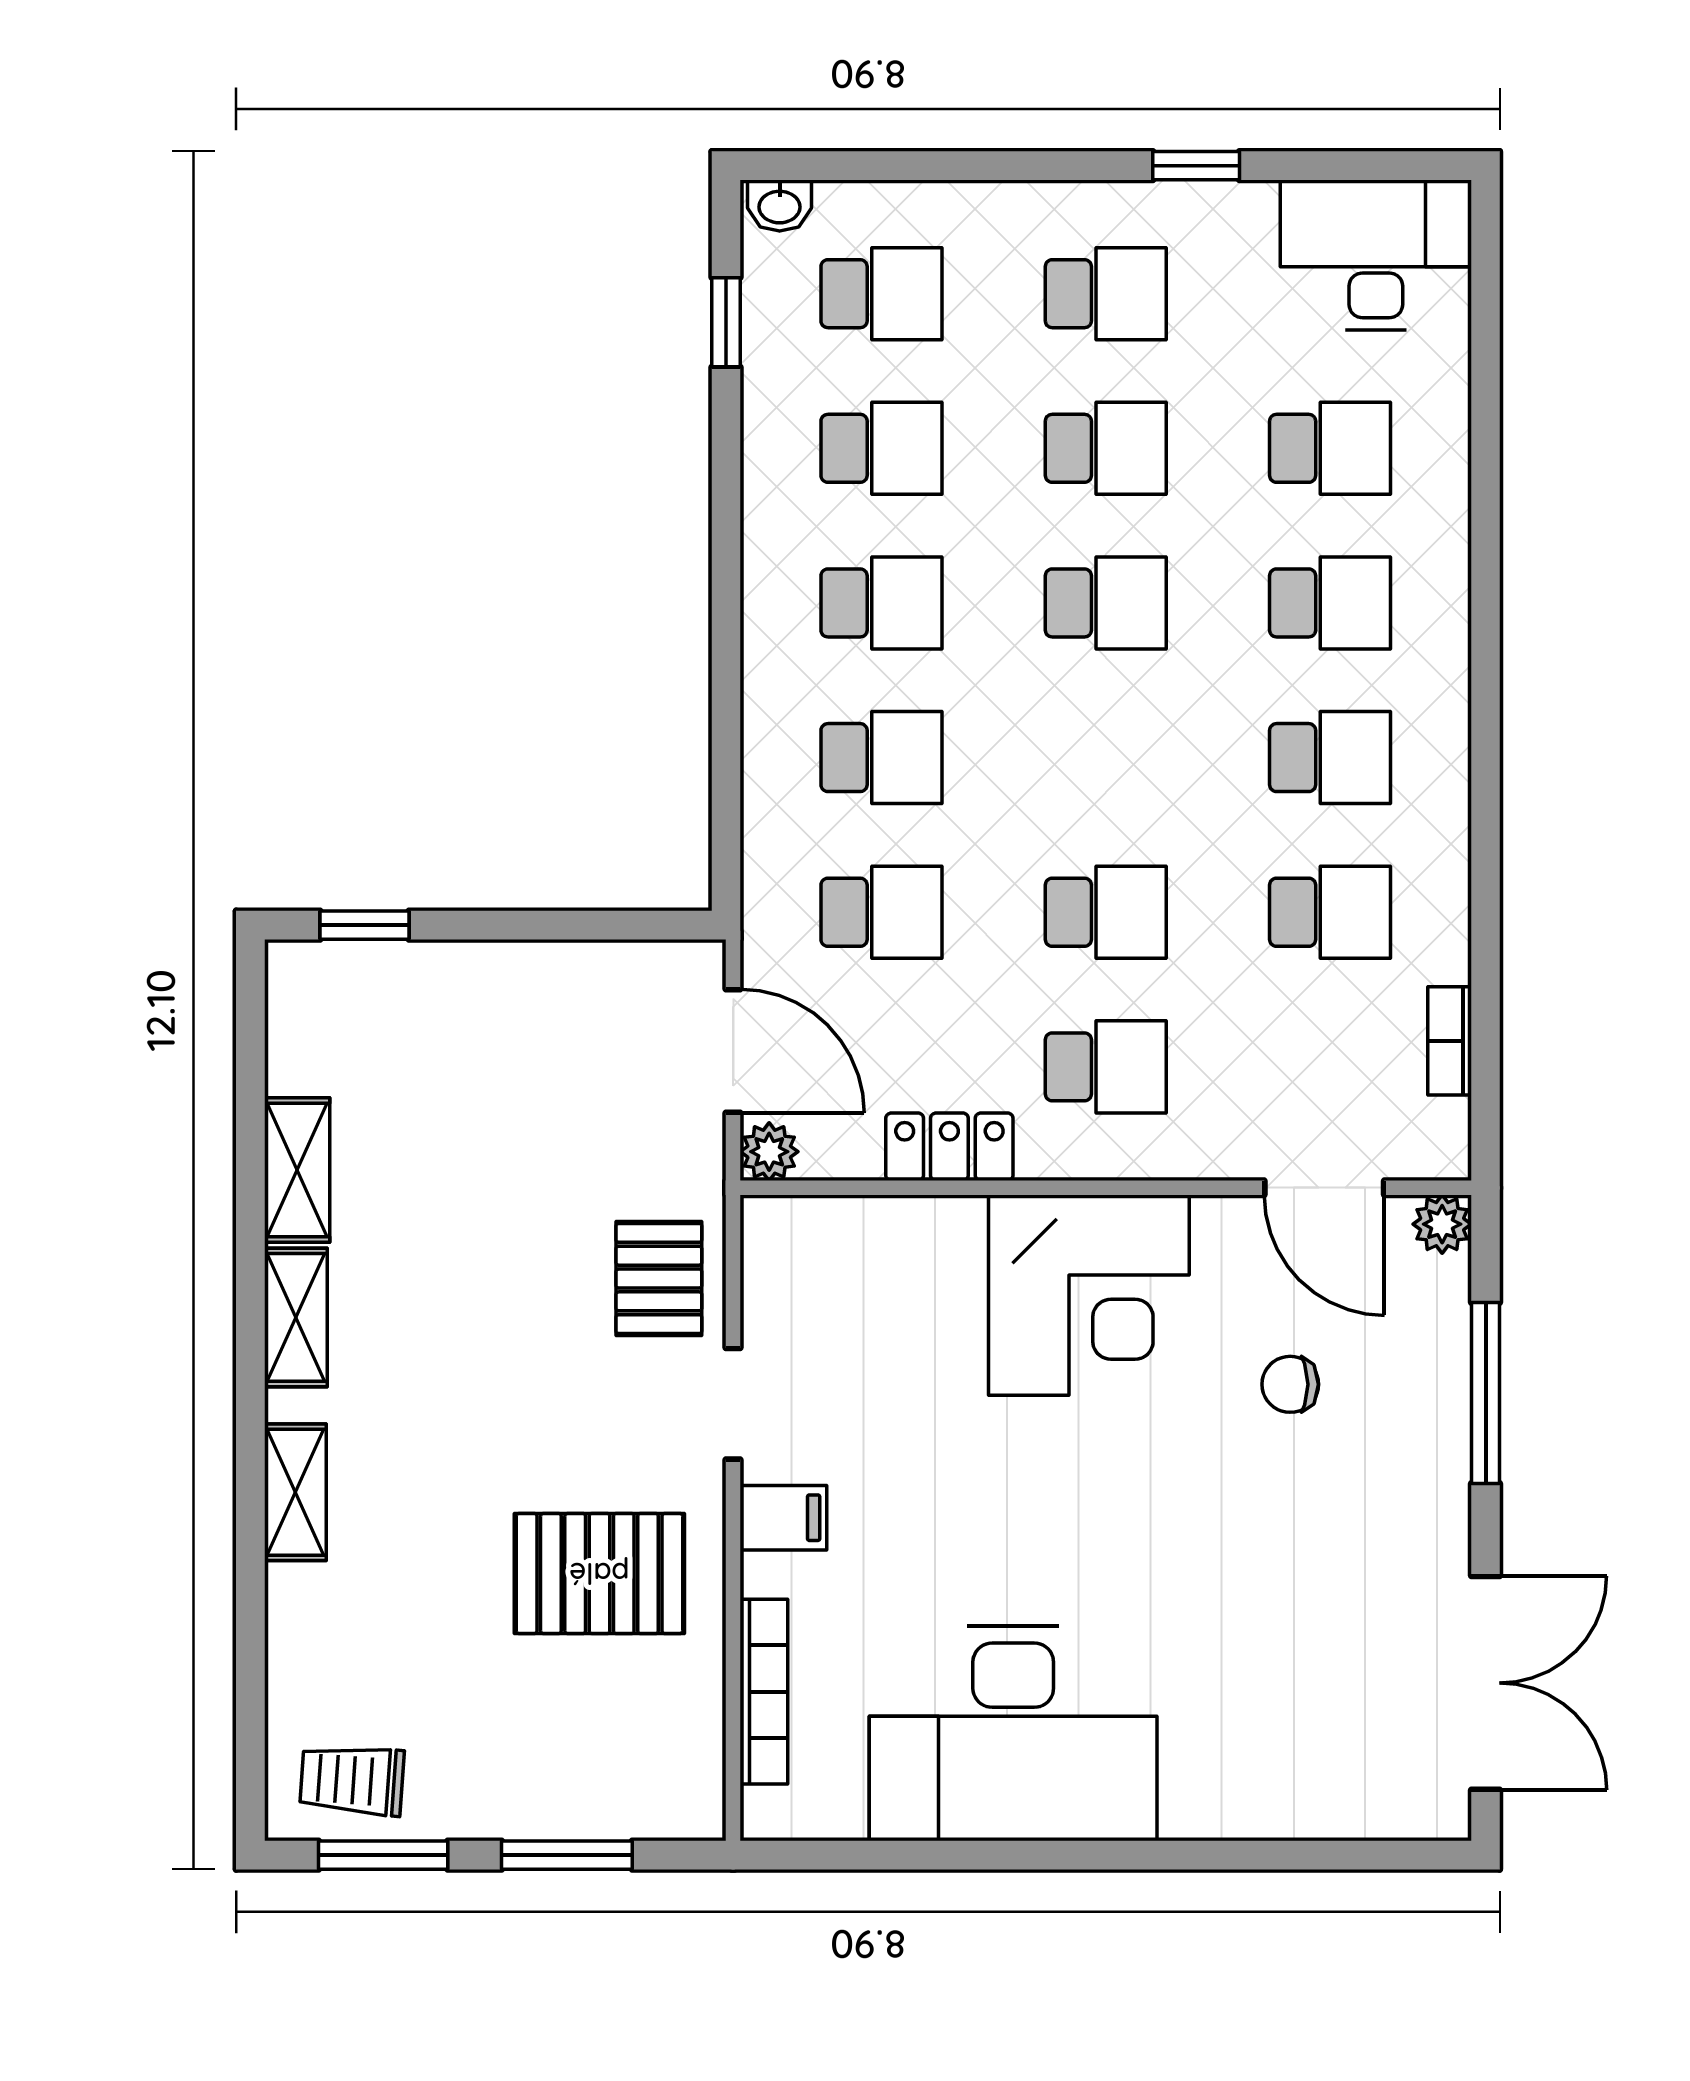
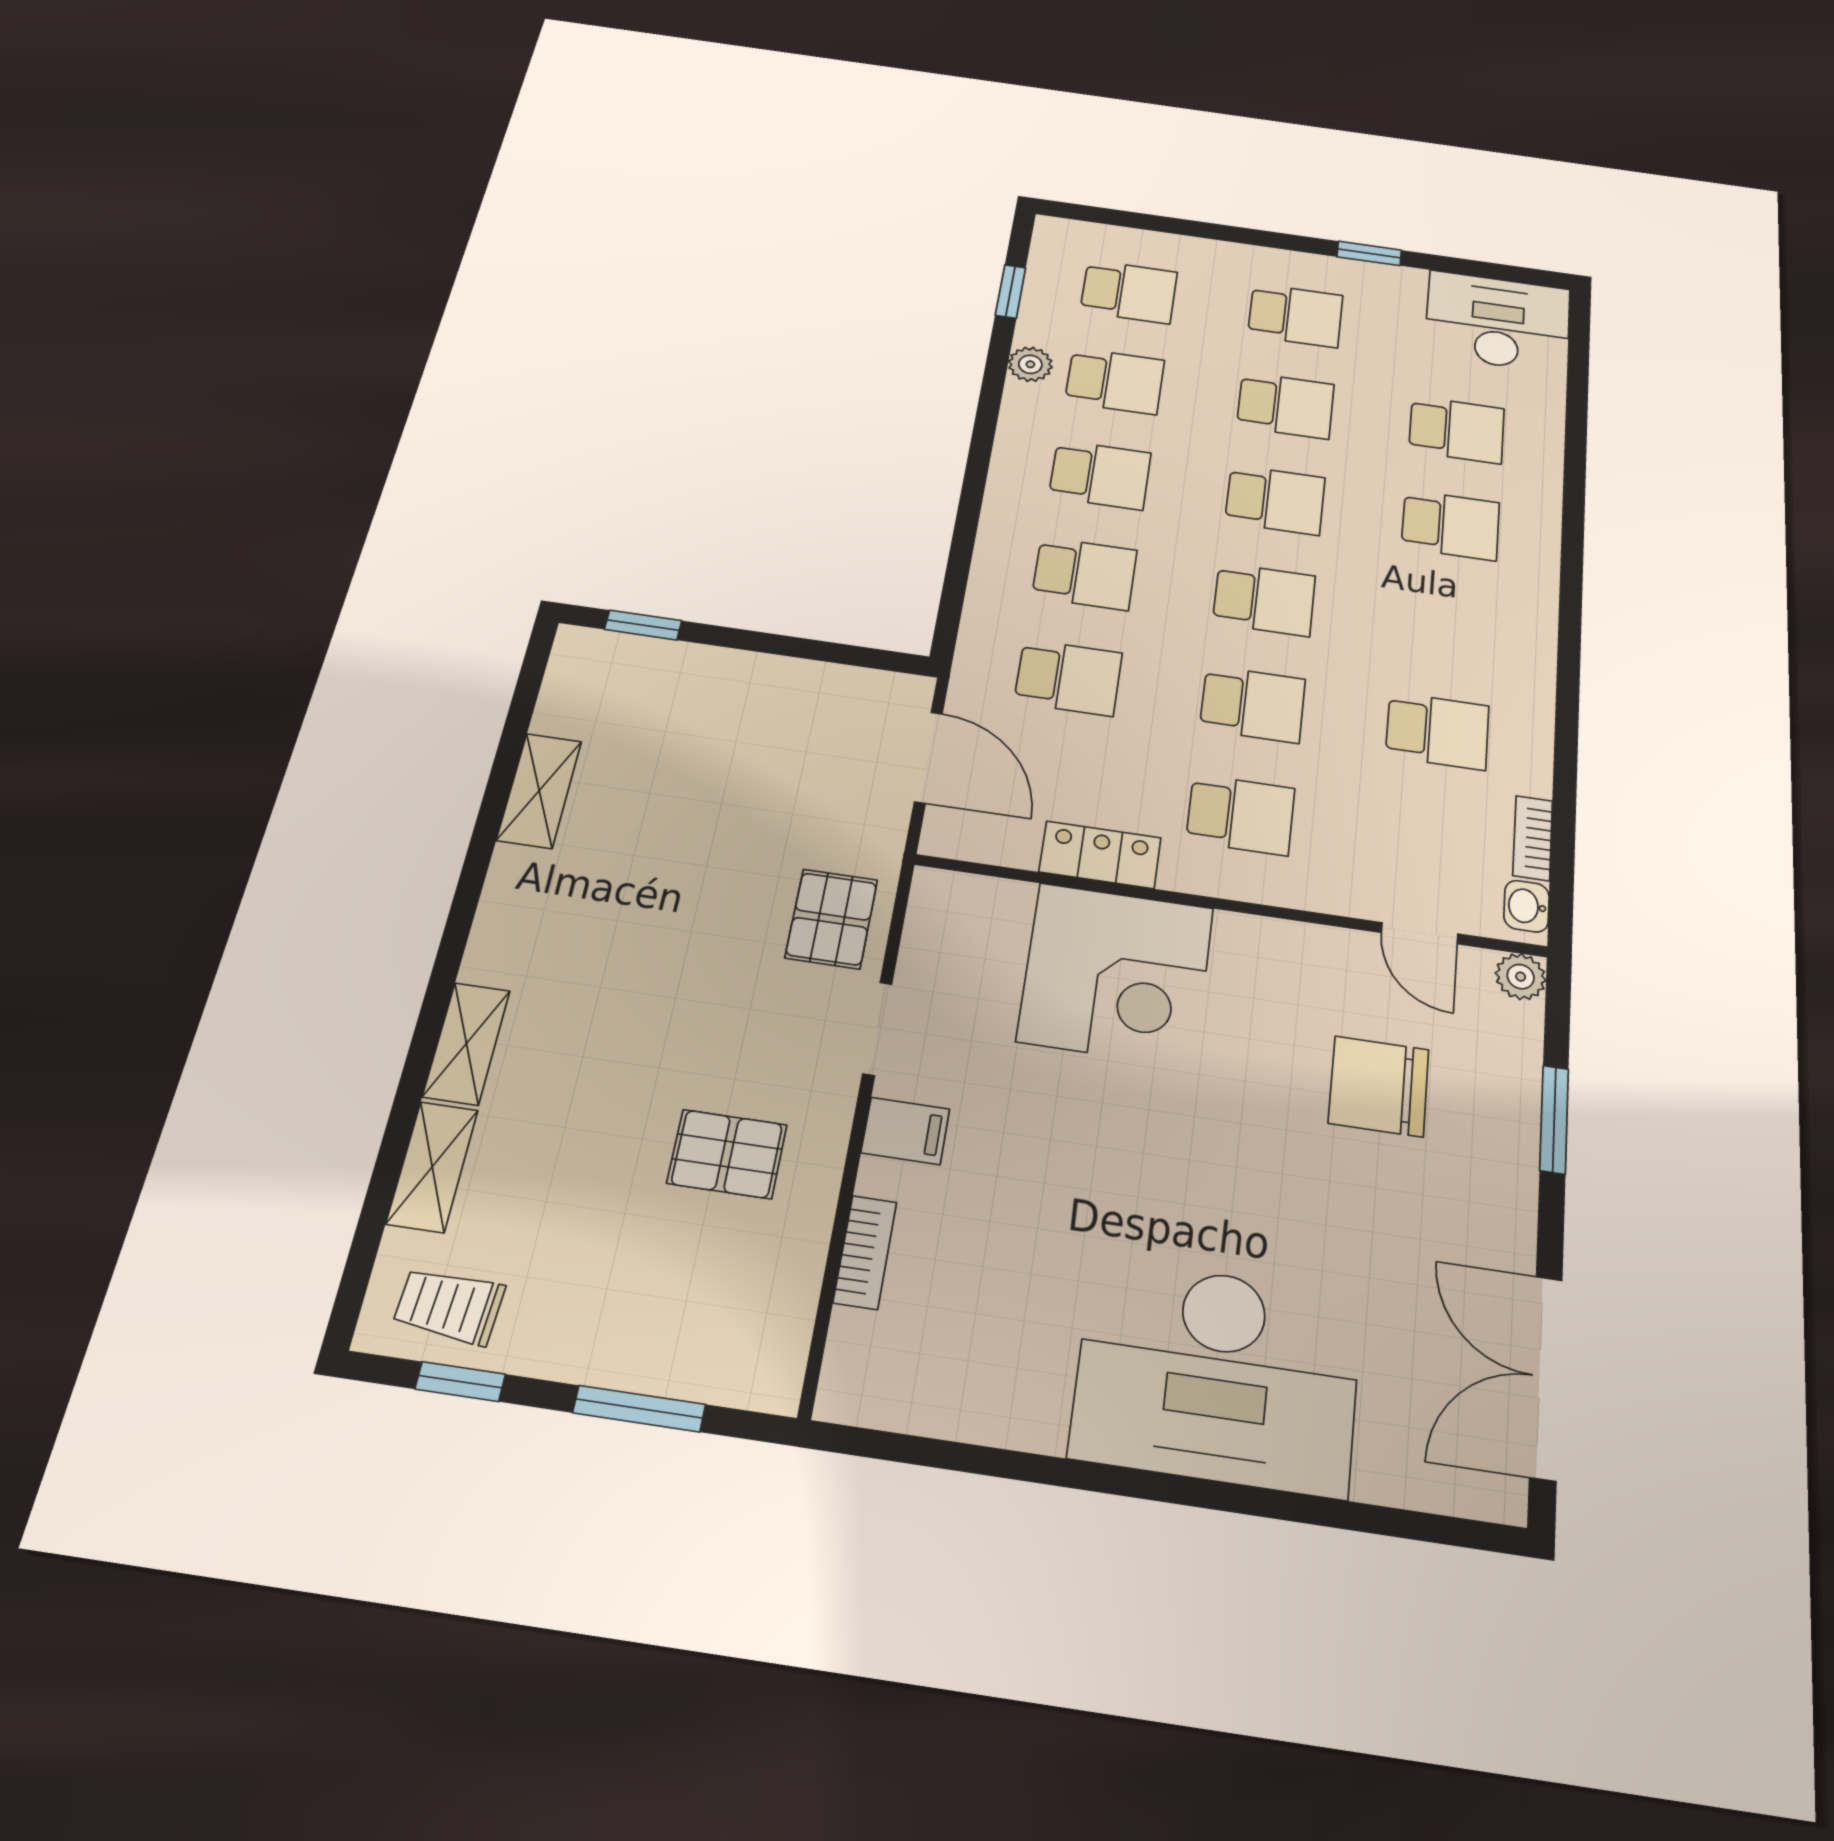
washbasin: (780, 206) -> (1527, 906), moved, turned 90
school desk: (1330, 758) -> (1264, 599), moved
plant: (769, 1152) -> (1030, 364), moved
door: (1324, 1188) -> (1420, 933), width x0.73
corner desk: (1089, 1295) -> (1116, 974), moved
shelving: (296, 1317) -> (432, 1167), moved
chair: (1290, 1384) -> (1379, 1086), width x1.87, depth x1.87
window: (1486, 1393) -> (1554, 1119), width x0.69
pallet: (599, 1574) -> (727, 1154), width x0.67, depth x0.71
double door: (1486, 1683) -> (1546, 1377), swing flipped
bookcase: (764, 1692) -> (865, 1252), width x0.64
desk: (1013, 1733) -> (1217, 1376), moved
window: (383, 1855) -> (460, 1382), width x0.67

